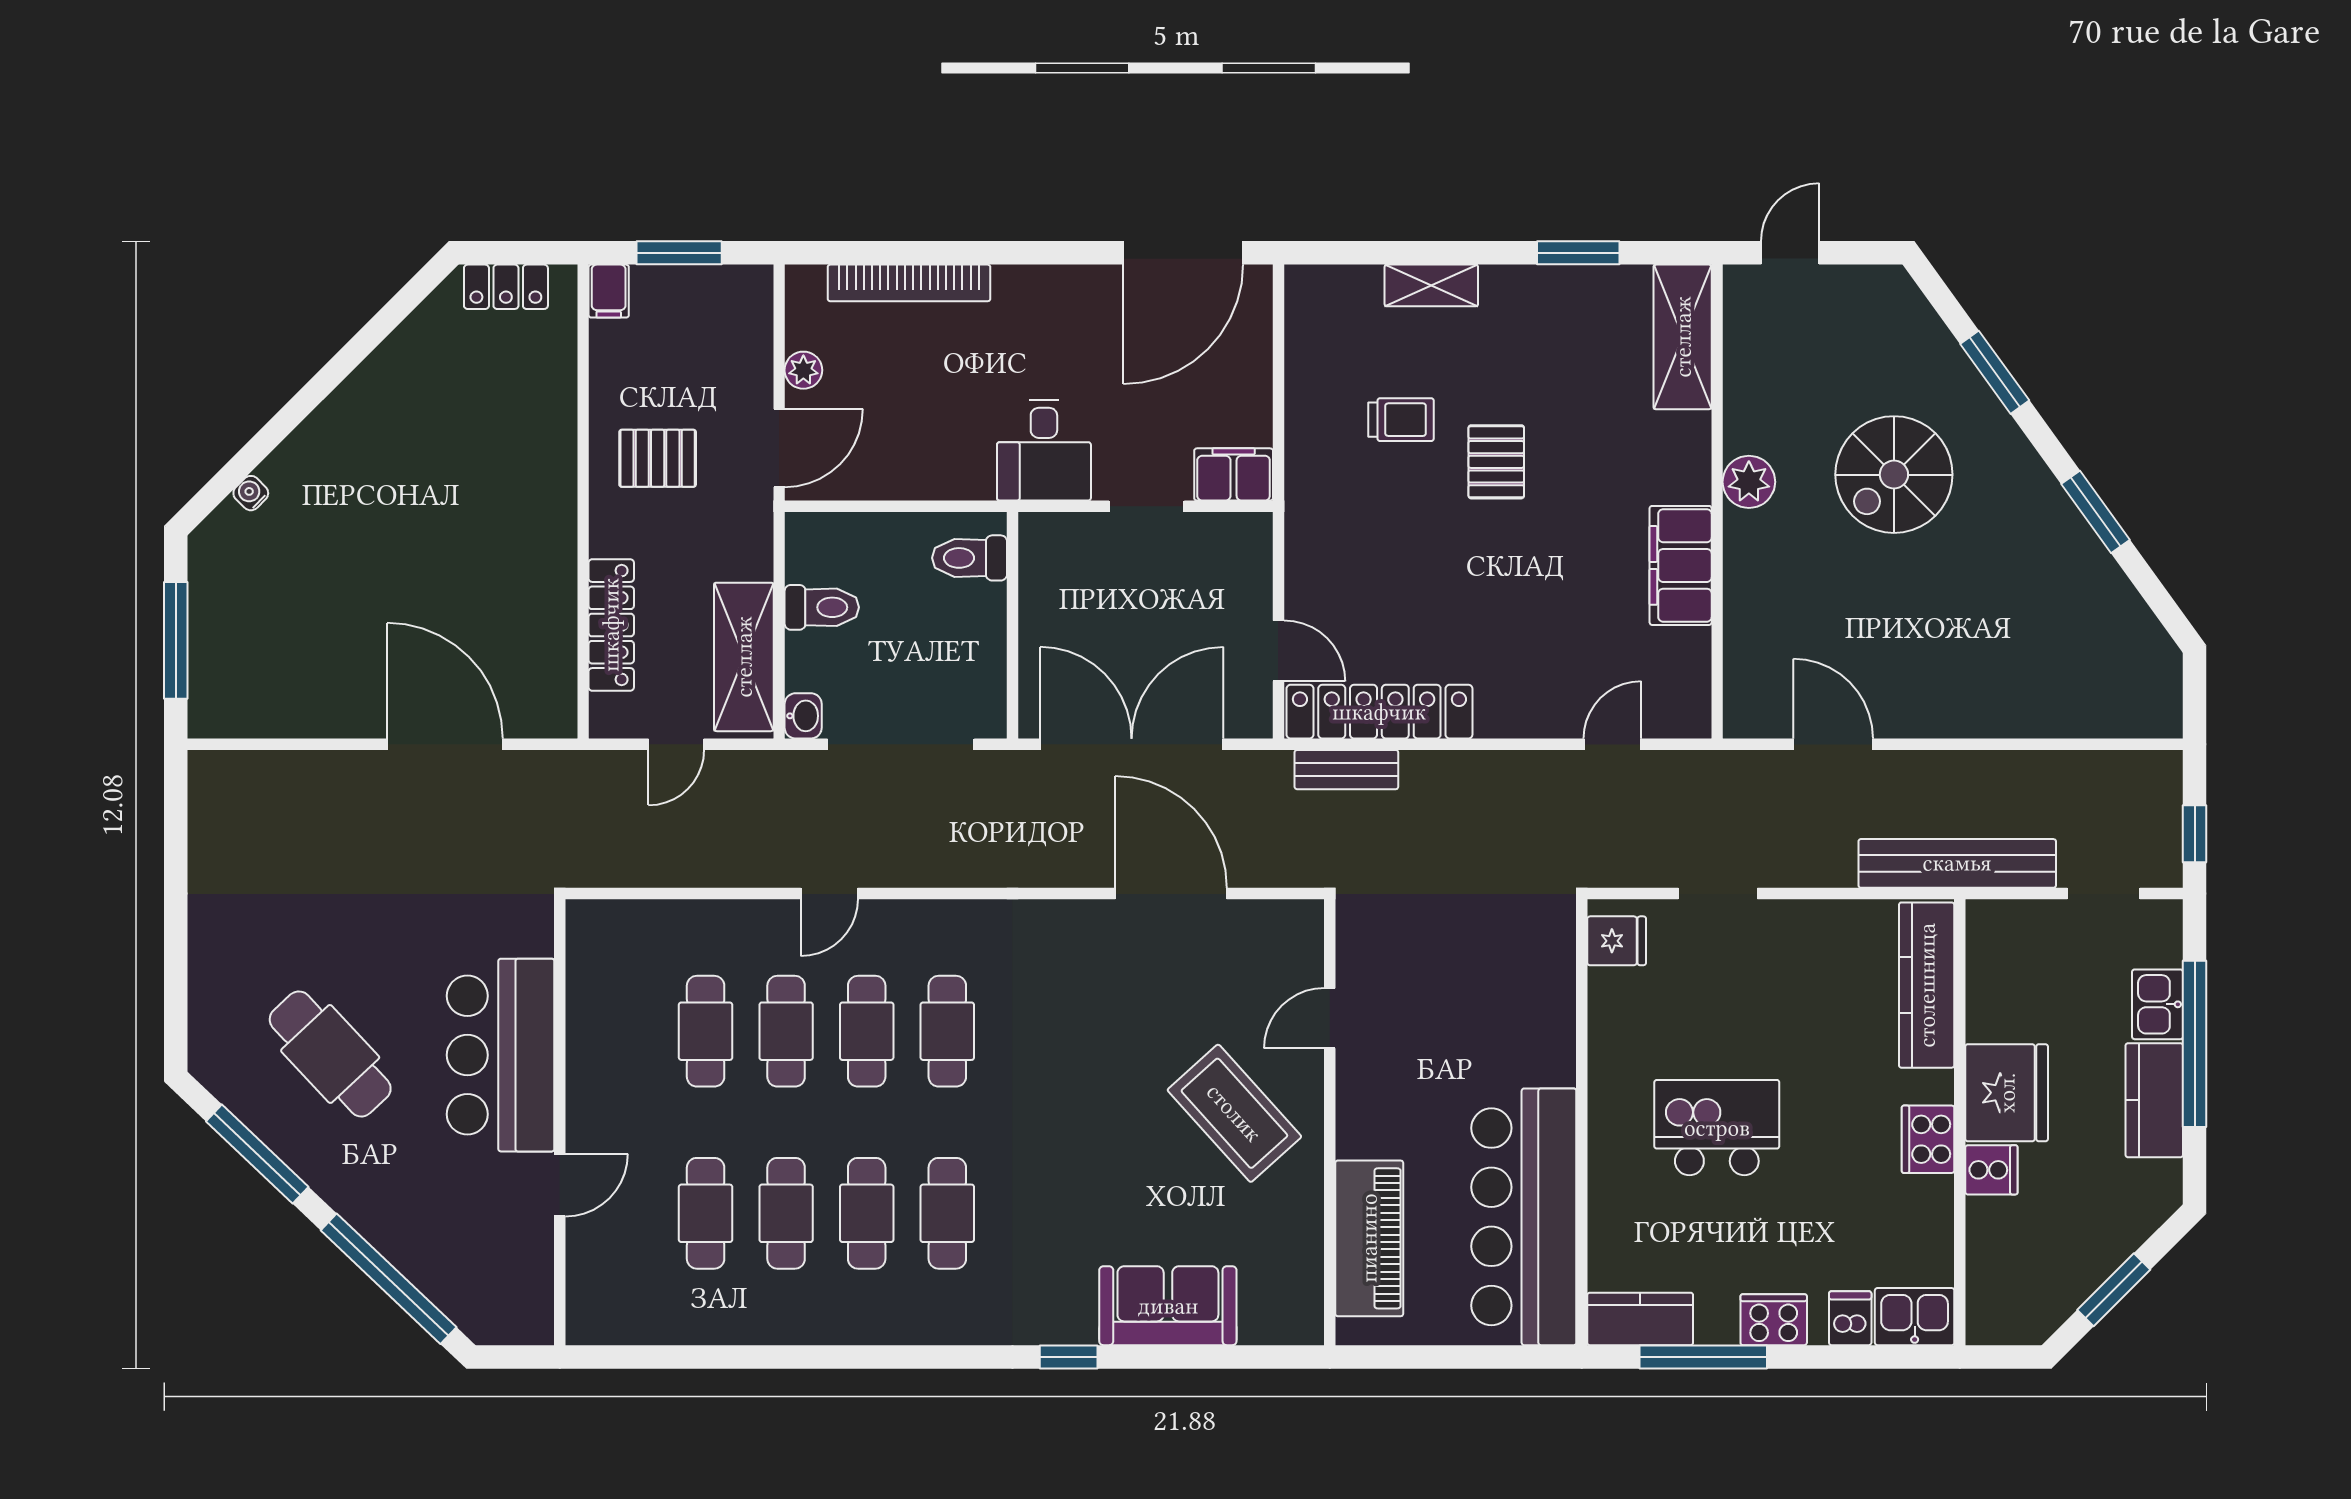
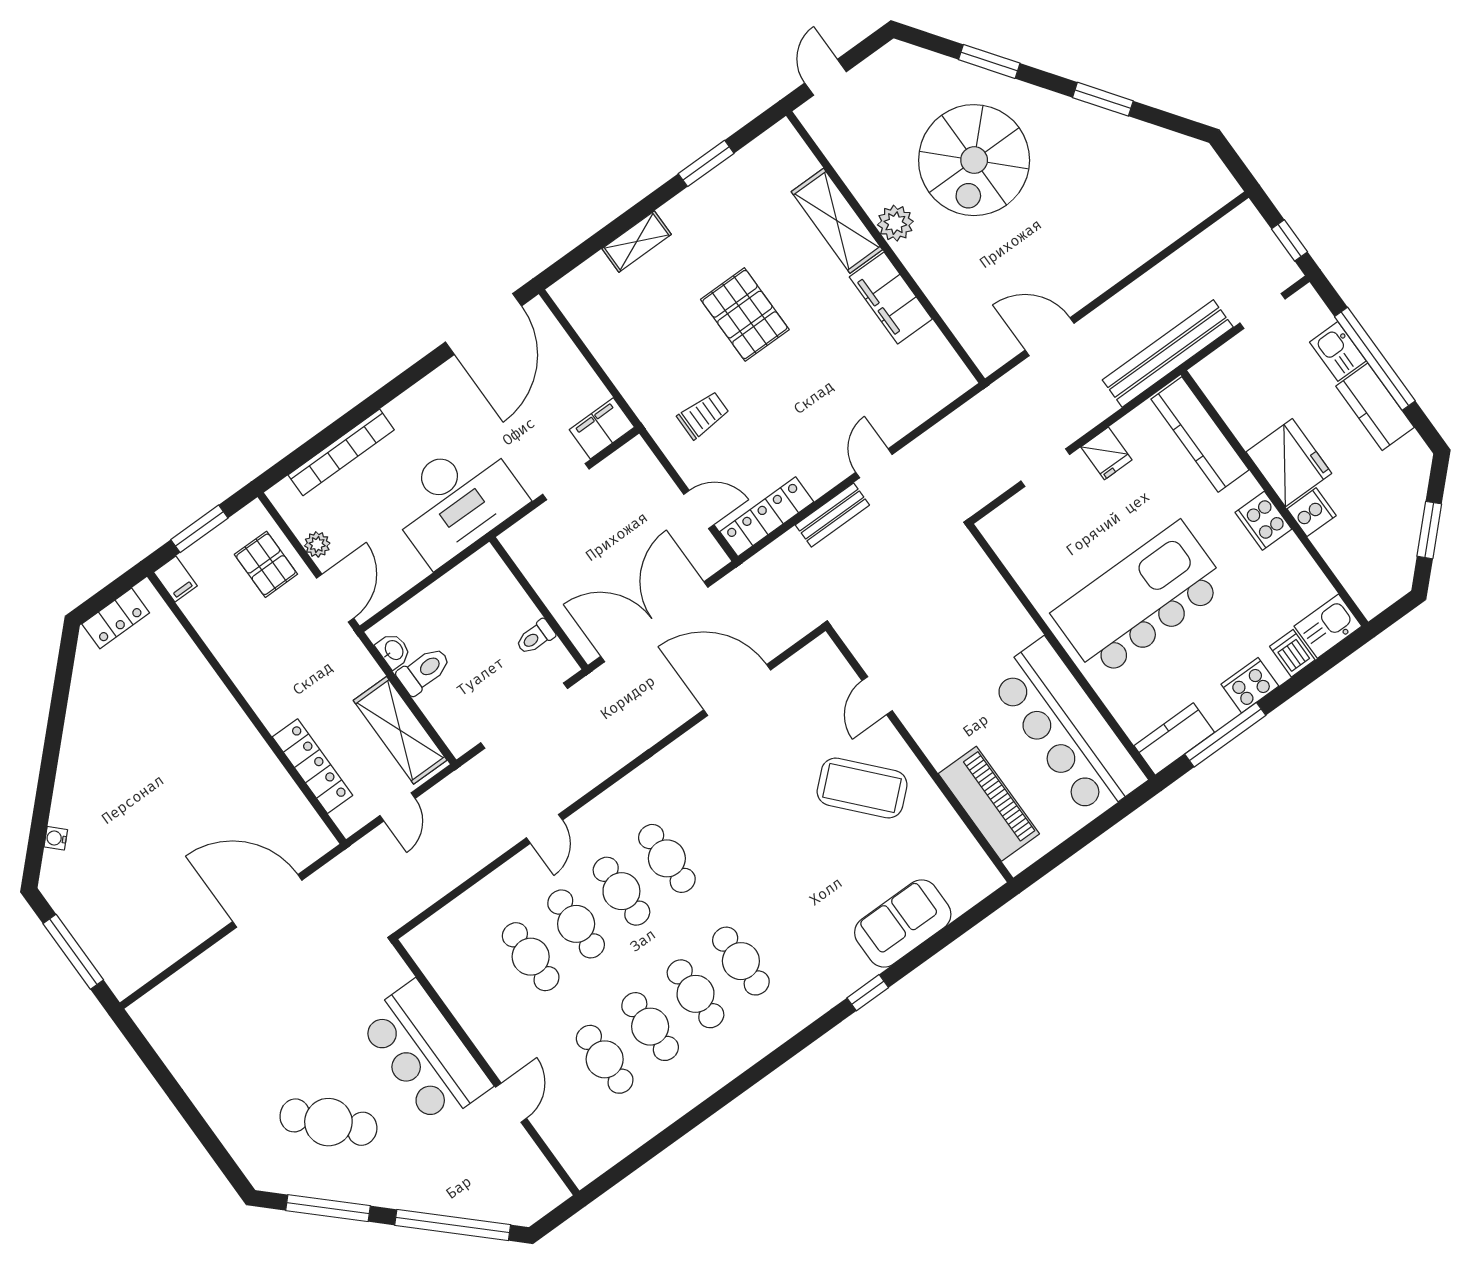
shelving: (1683, 337) -> (837, 221), moved
trolley: (1401, 420) -> (703, 415), moved
desk: (1044, 450) -> (456, 500), width x1.87, depth x1.30
pallet: (658, 458) -> (266, 564), moved, turned 90
pallet: (1496, 462) -> (745, 315), width x1.50, depth x1.42
spiral stairs: (1894, 475) -> (974, 160), width x1.37, depth x1.37
toilet: (969, 558) -> (535, 637), moved, width x0.73, depth x0.72
locker: (1379, 712) -> (767, 517), width x0.71, depth x0.83
washbasin: (803, 716) -> (393, 651), moved
door: (1612, 744) -> (874, 463), moved
bench: (1346, 770) -> (832, 515), moved
fridge: (1617, 941) -> (1106, 453), moved, turned 90
kitchen island: (1717, 1128) -> (1140, 600), width x1.87, depth x1.28

